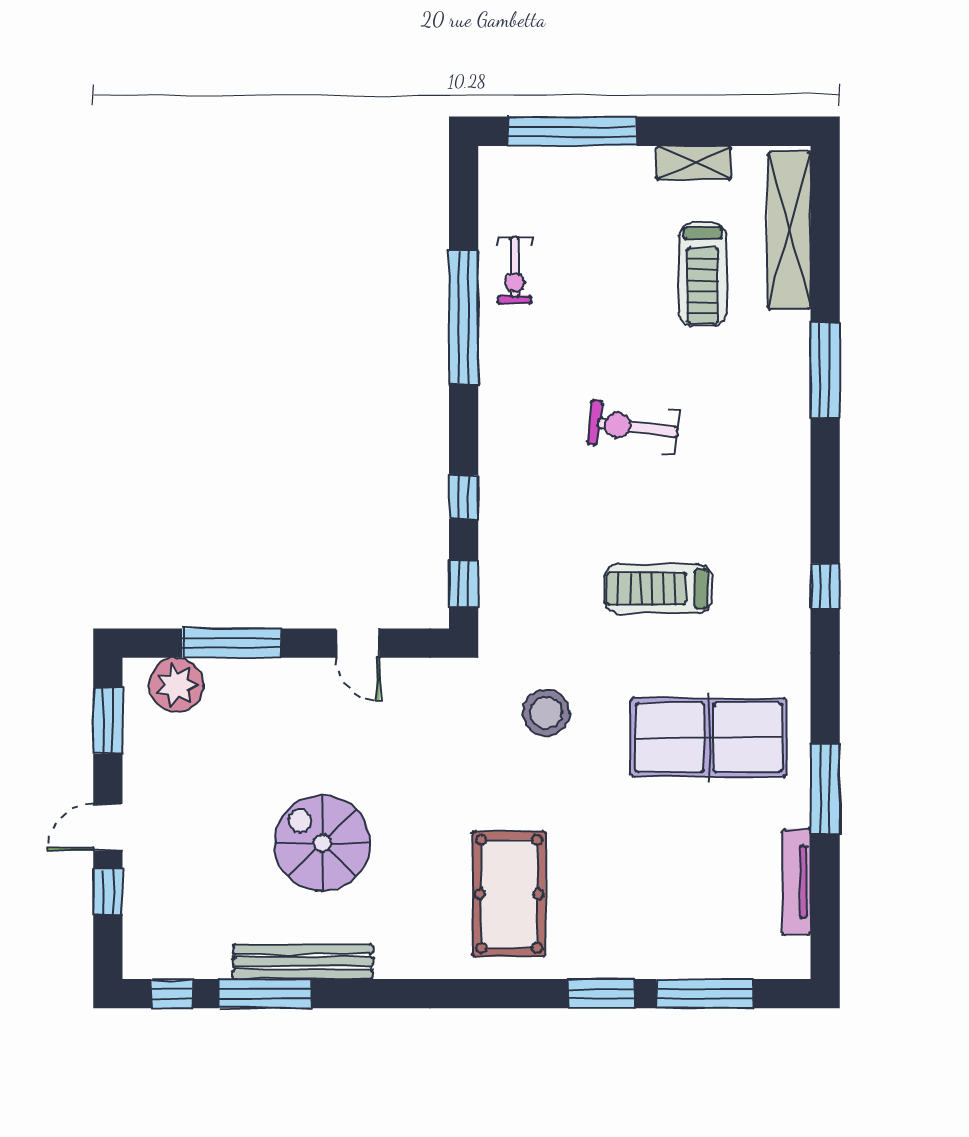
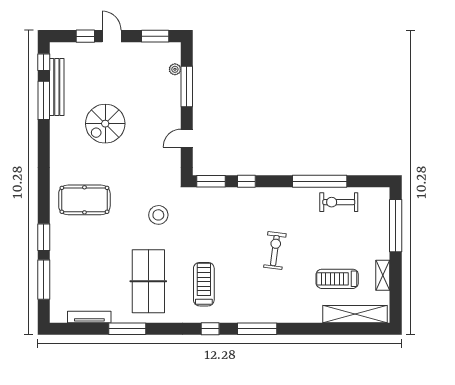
exercise bike: (515, 270) -> (339, 202), width x1.38, depth x1.39
window: (825, 370) -> (257, 329), moved
window: (464, 584) -> (211, 181), width x1.50
treadmill: (658, 588) -> (204, 284), moved
plant: (176, 685) -> (175, 69), width x0.53, depth x0.53
spiral stairs: (322, 843) -> (105, 124), turned 180
bench: (303, 962) -> (57, 87), moved

